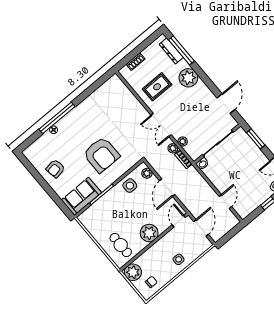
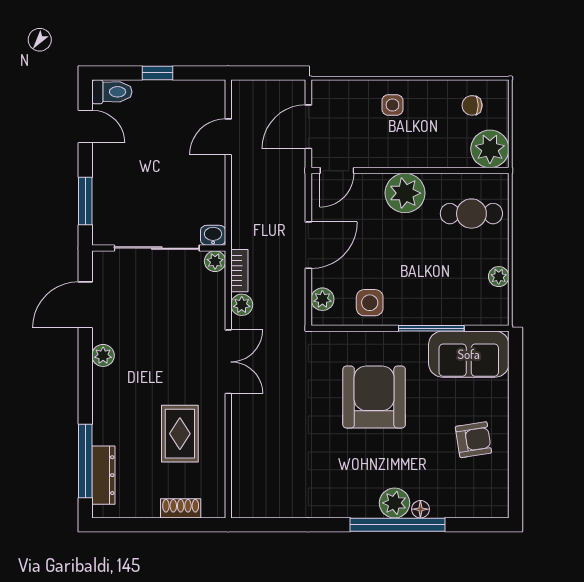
plant: (188, 78) -> (103, 355), moved, width x0.53, depth x0.53
rug: (157, 87) -> (180, 434), turned 90
plant: (64, 124) -> (394, 503), added
plant: (183, 141) -> (215, 261), moved
plant: (93, 231) -> (499, 277), added
cafe table: (121, 245) -> (471, 214), turned 90

